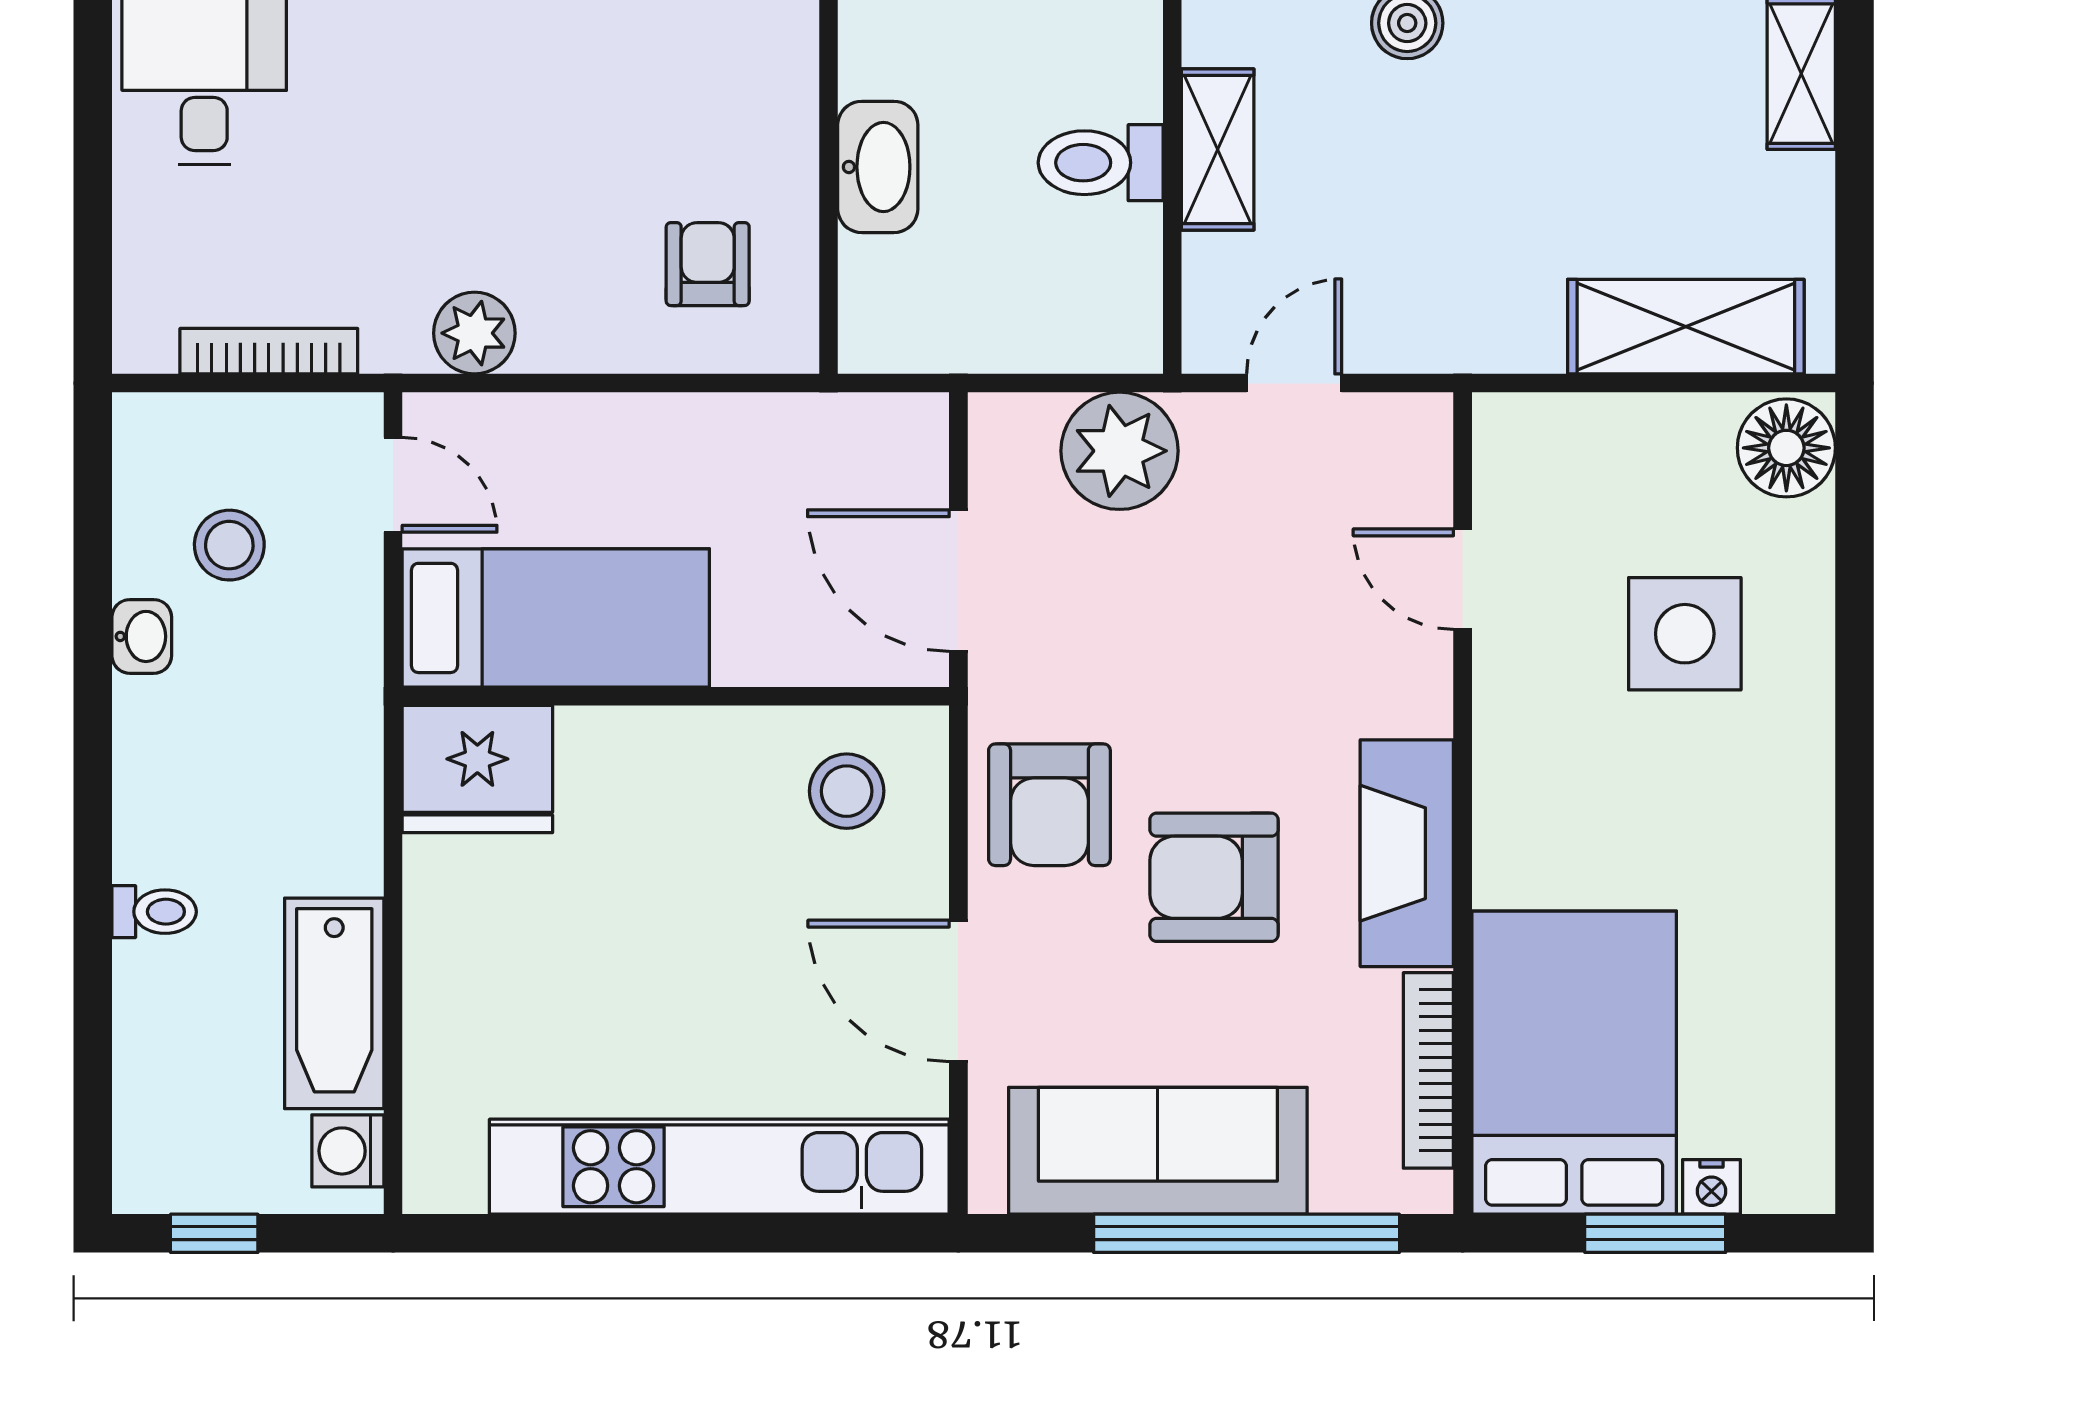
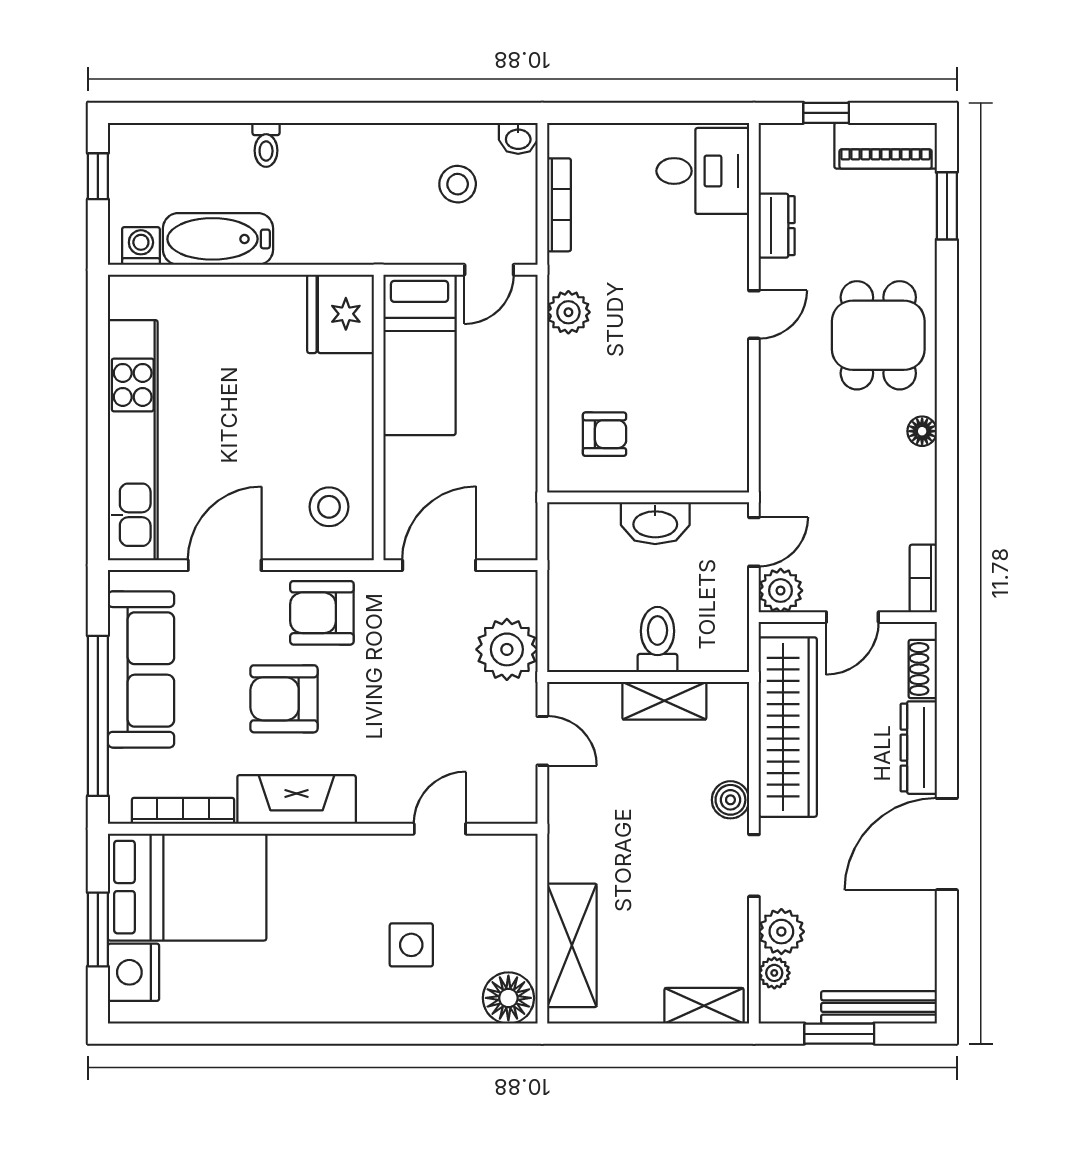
side table: (1685, 634) -> (411, 945), width x0.73, depth x0.73
washbasin: (142, 636) -> (518, 138), moved
armchair: (1214, 877) -> (284, 699), turned -90
nightstand: (1711, 1187) -> (133, 972), width x1.89, depth x1.79

